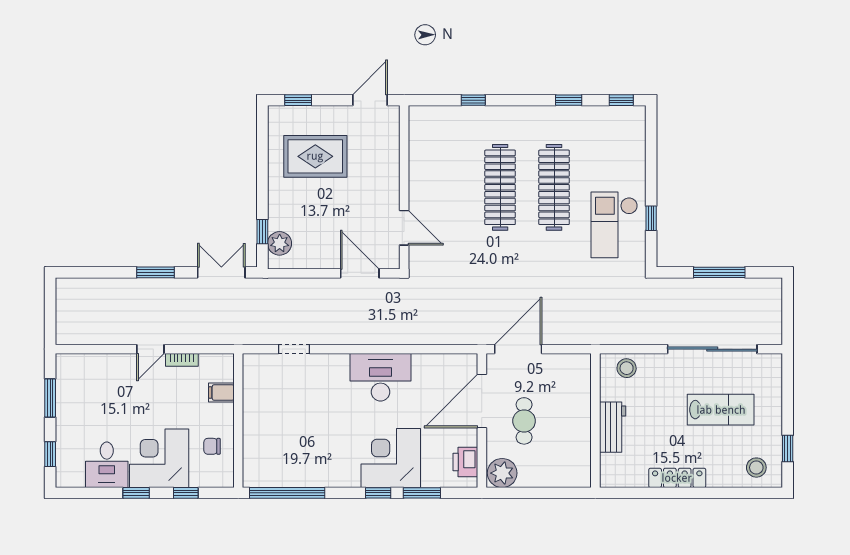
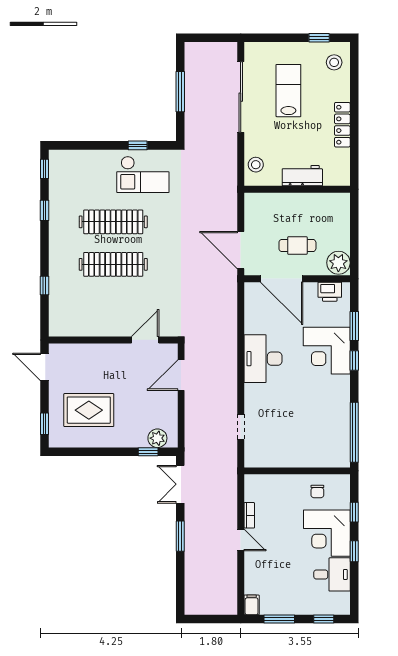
rug: (315, 156) -> (89, 410), turned 90
filing cabinet: (221, 392) -> (252, 605), moved, turned 180

